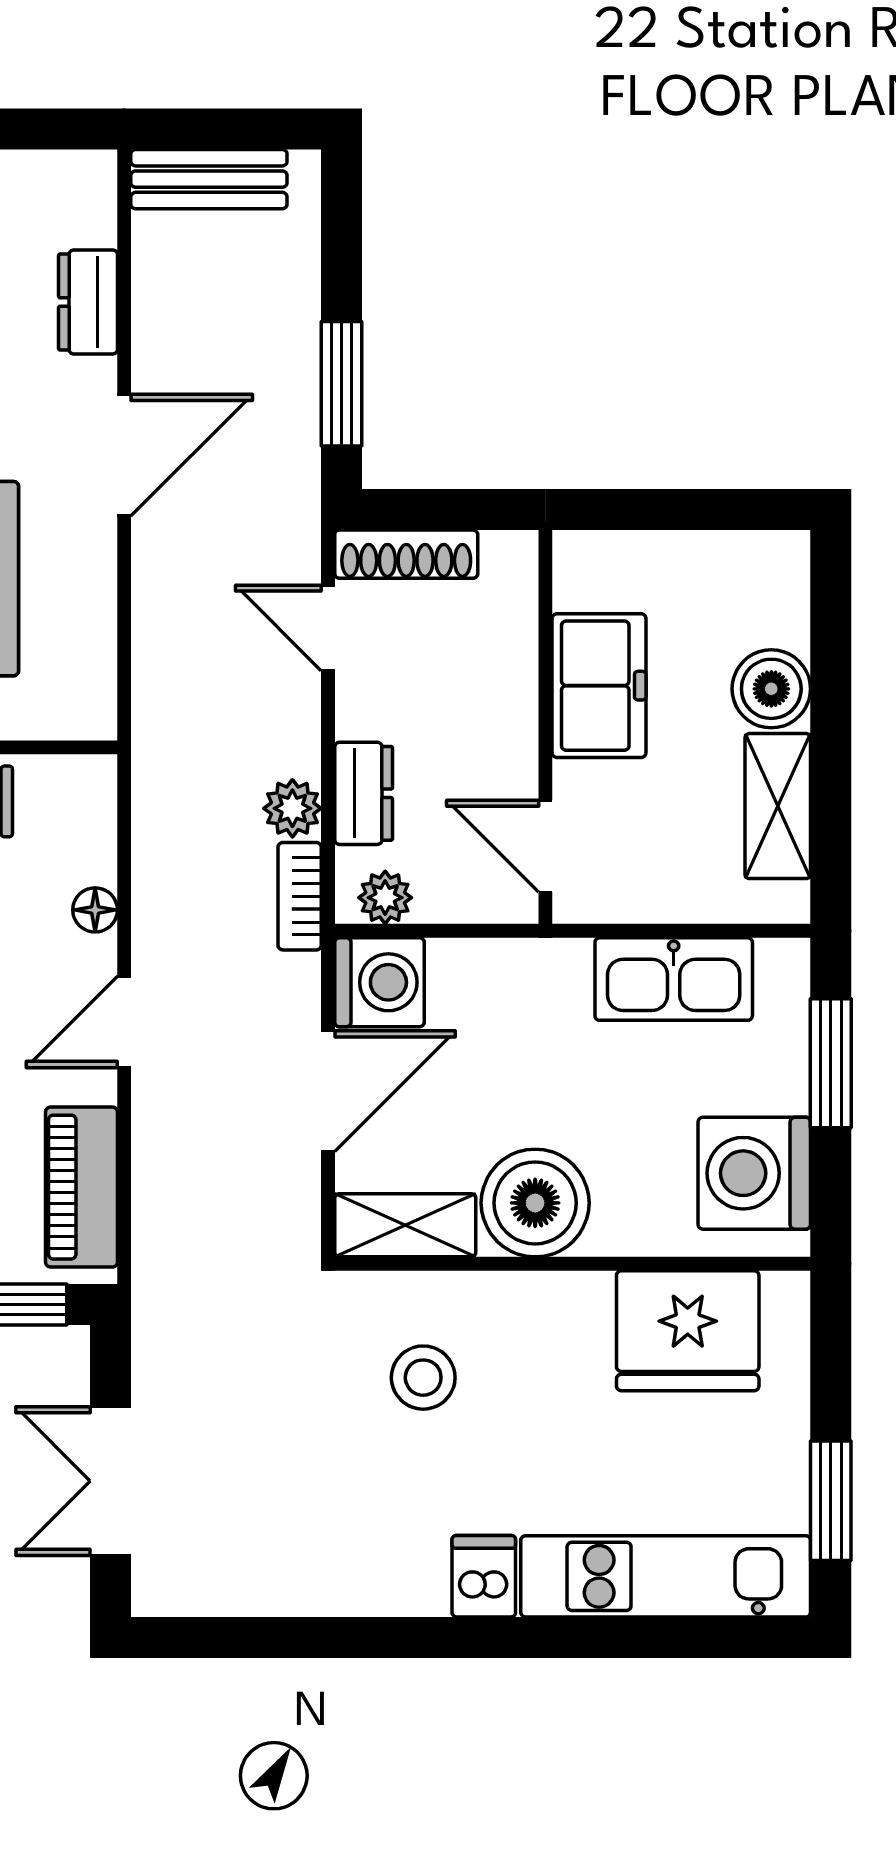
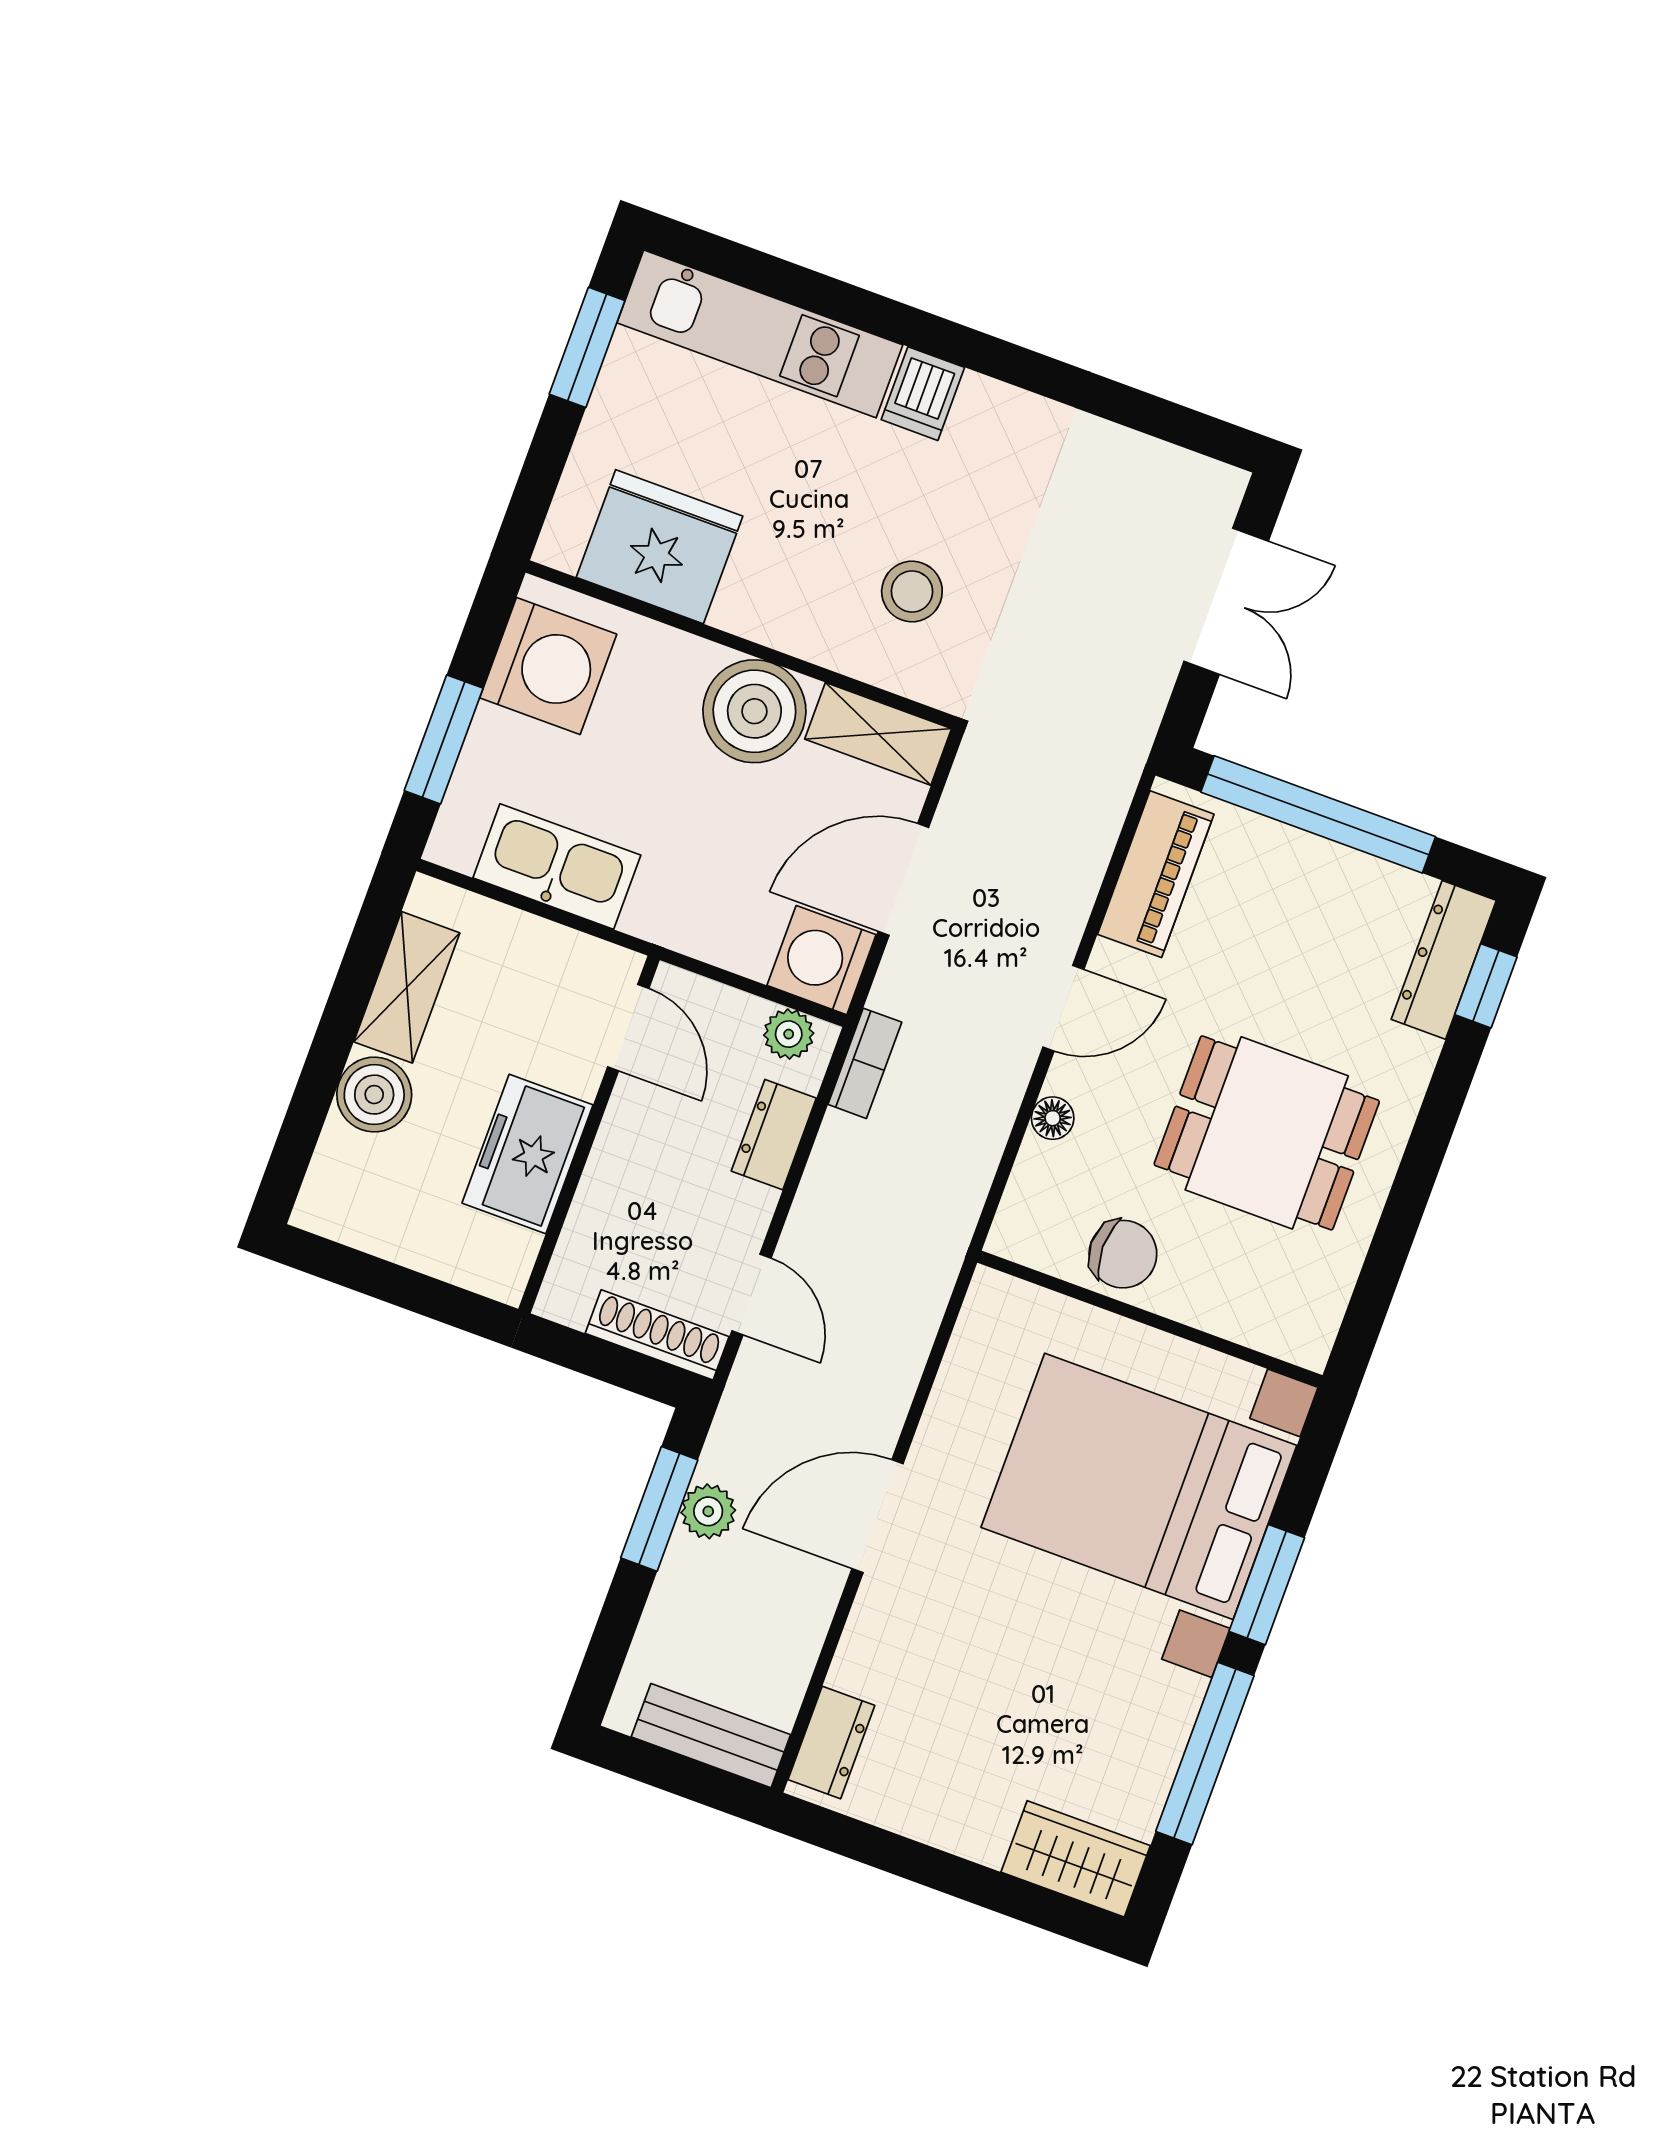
dresser: (88, 302) -> (831, 1743), moved
plant: (292, 808) -> (708, 1511), moved

